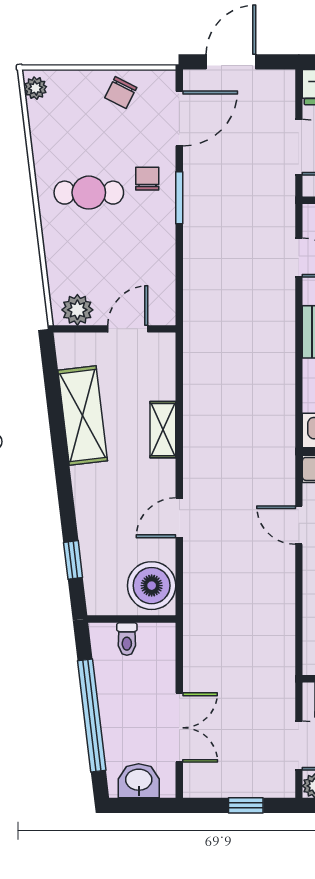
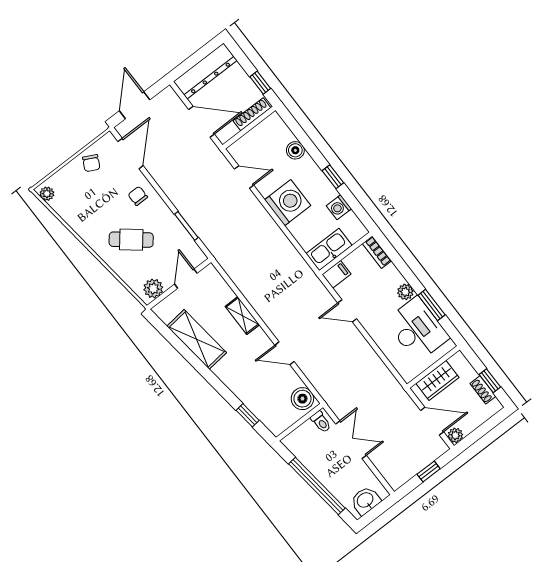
cafe table: (89, 193) -> (131, 240), moved, turned 39
window: (179, 198) -> (186, 226), moved
door: (179, 518) -> (284, 353), hinge flipped
boiler: (152, 586) -> (302, 399), width x0.73, depth x0.73
toilet: (127, 639) -> (321, 422), moved
double door: (179, 728) -> (351, 440), moved

